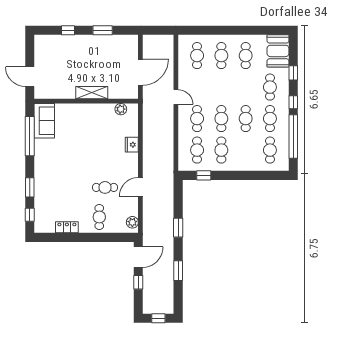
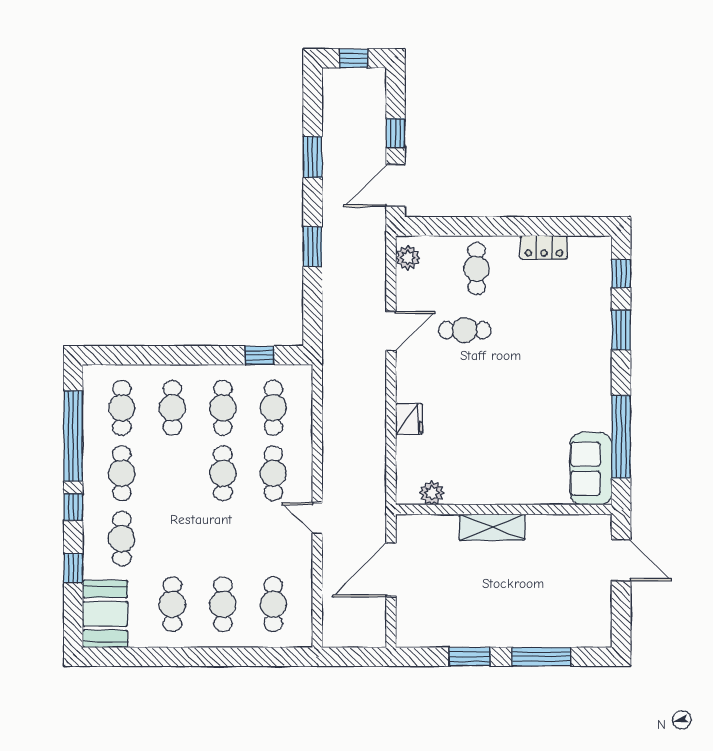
window: (68, 30) -> (542, 657), width x2.17
cafe table: (246, 119) -> (172, 408), moved

